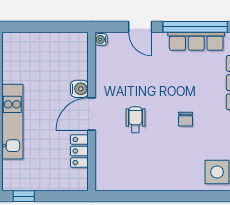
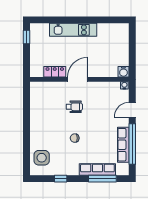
water cooler: (79, 89) -> (123, 72), moved
door: (92, 114) -> (78, 79), hinge flipped

